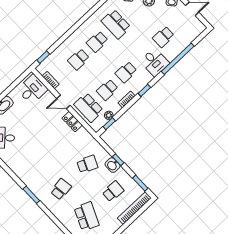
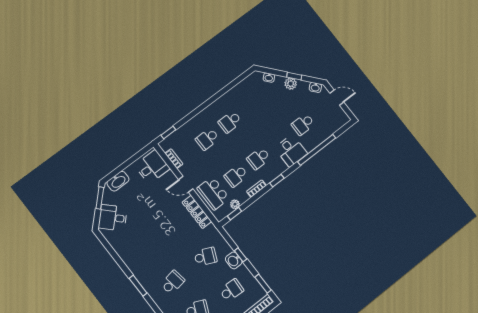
school desk: (116, 24) -> (252, 105), removed
locker: (72, 122) -> (197, 212), width x1.53

